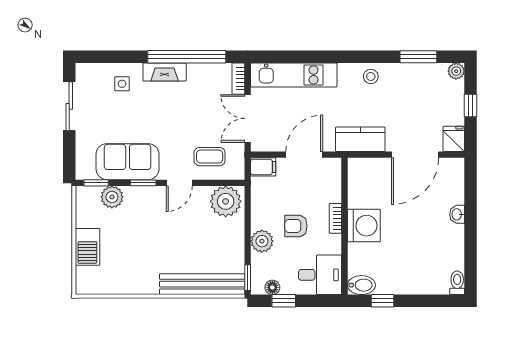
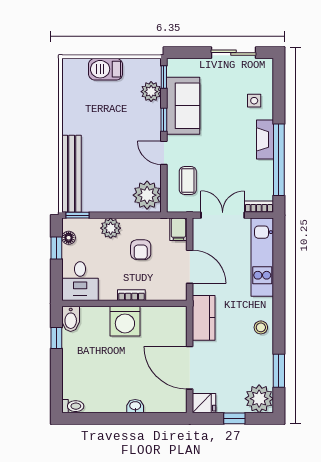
plant: (456, 71) -> (259, 399), width x1.88, depth x1.88
armchair: (296, 226) -> (141, 250), moved, turned 180

